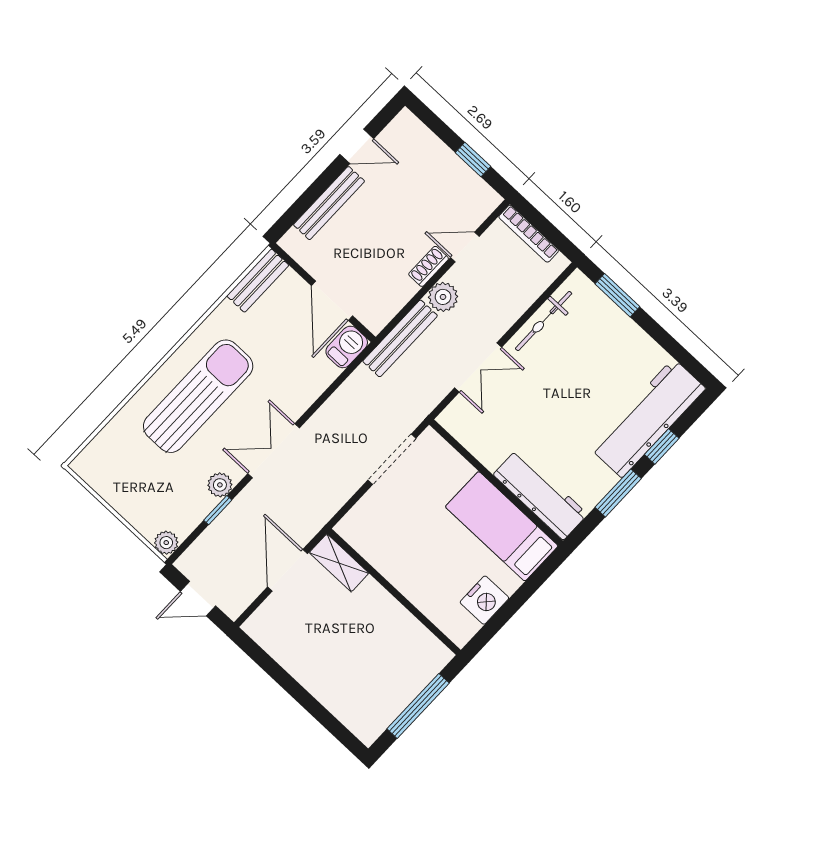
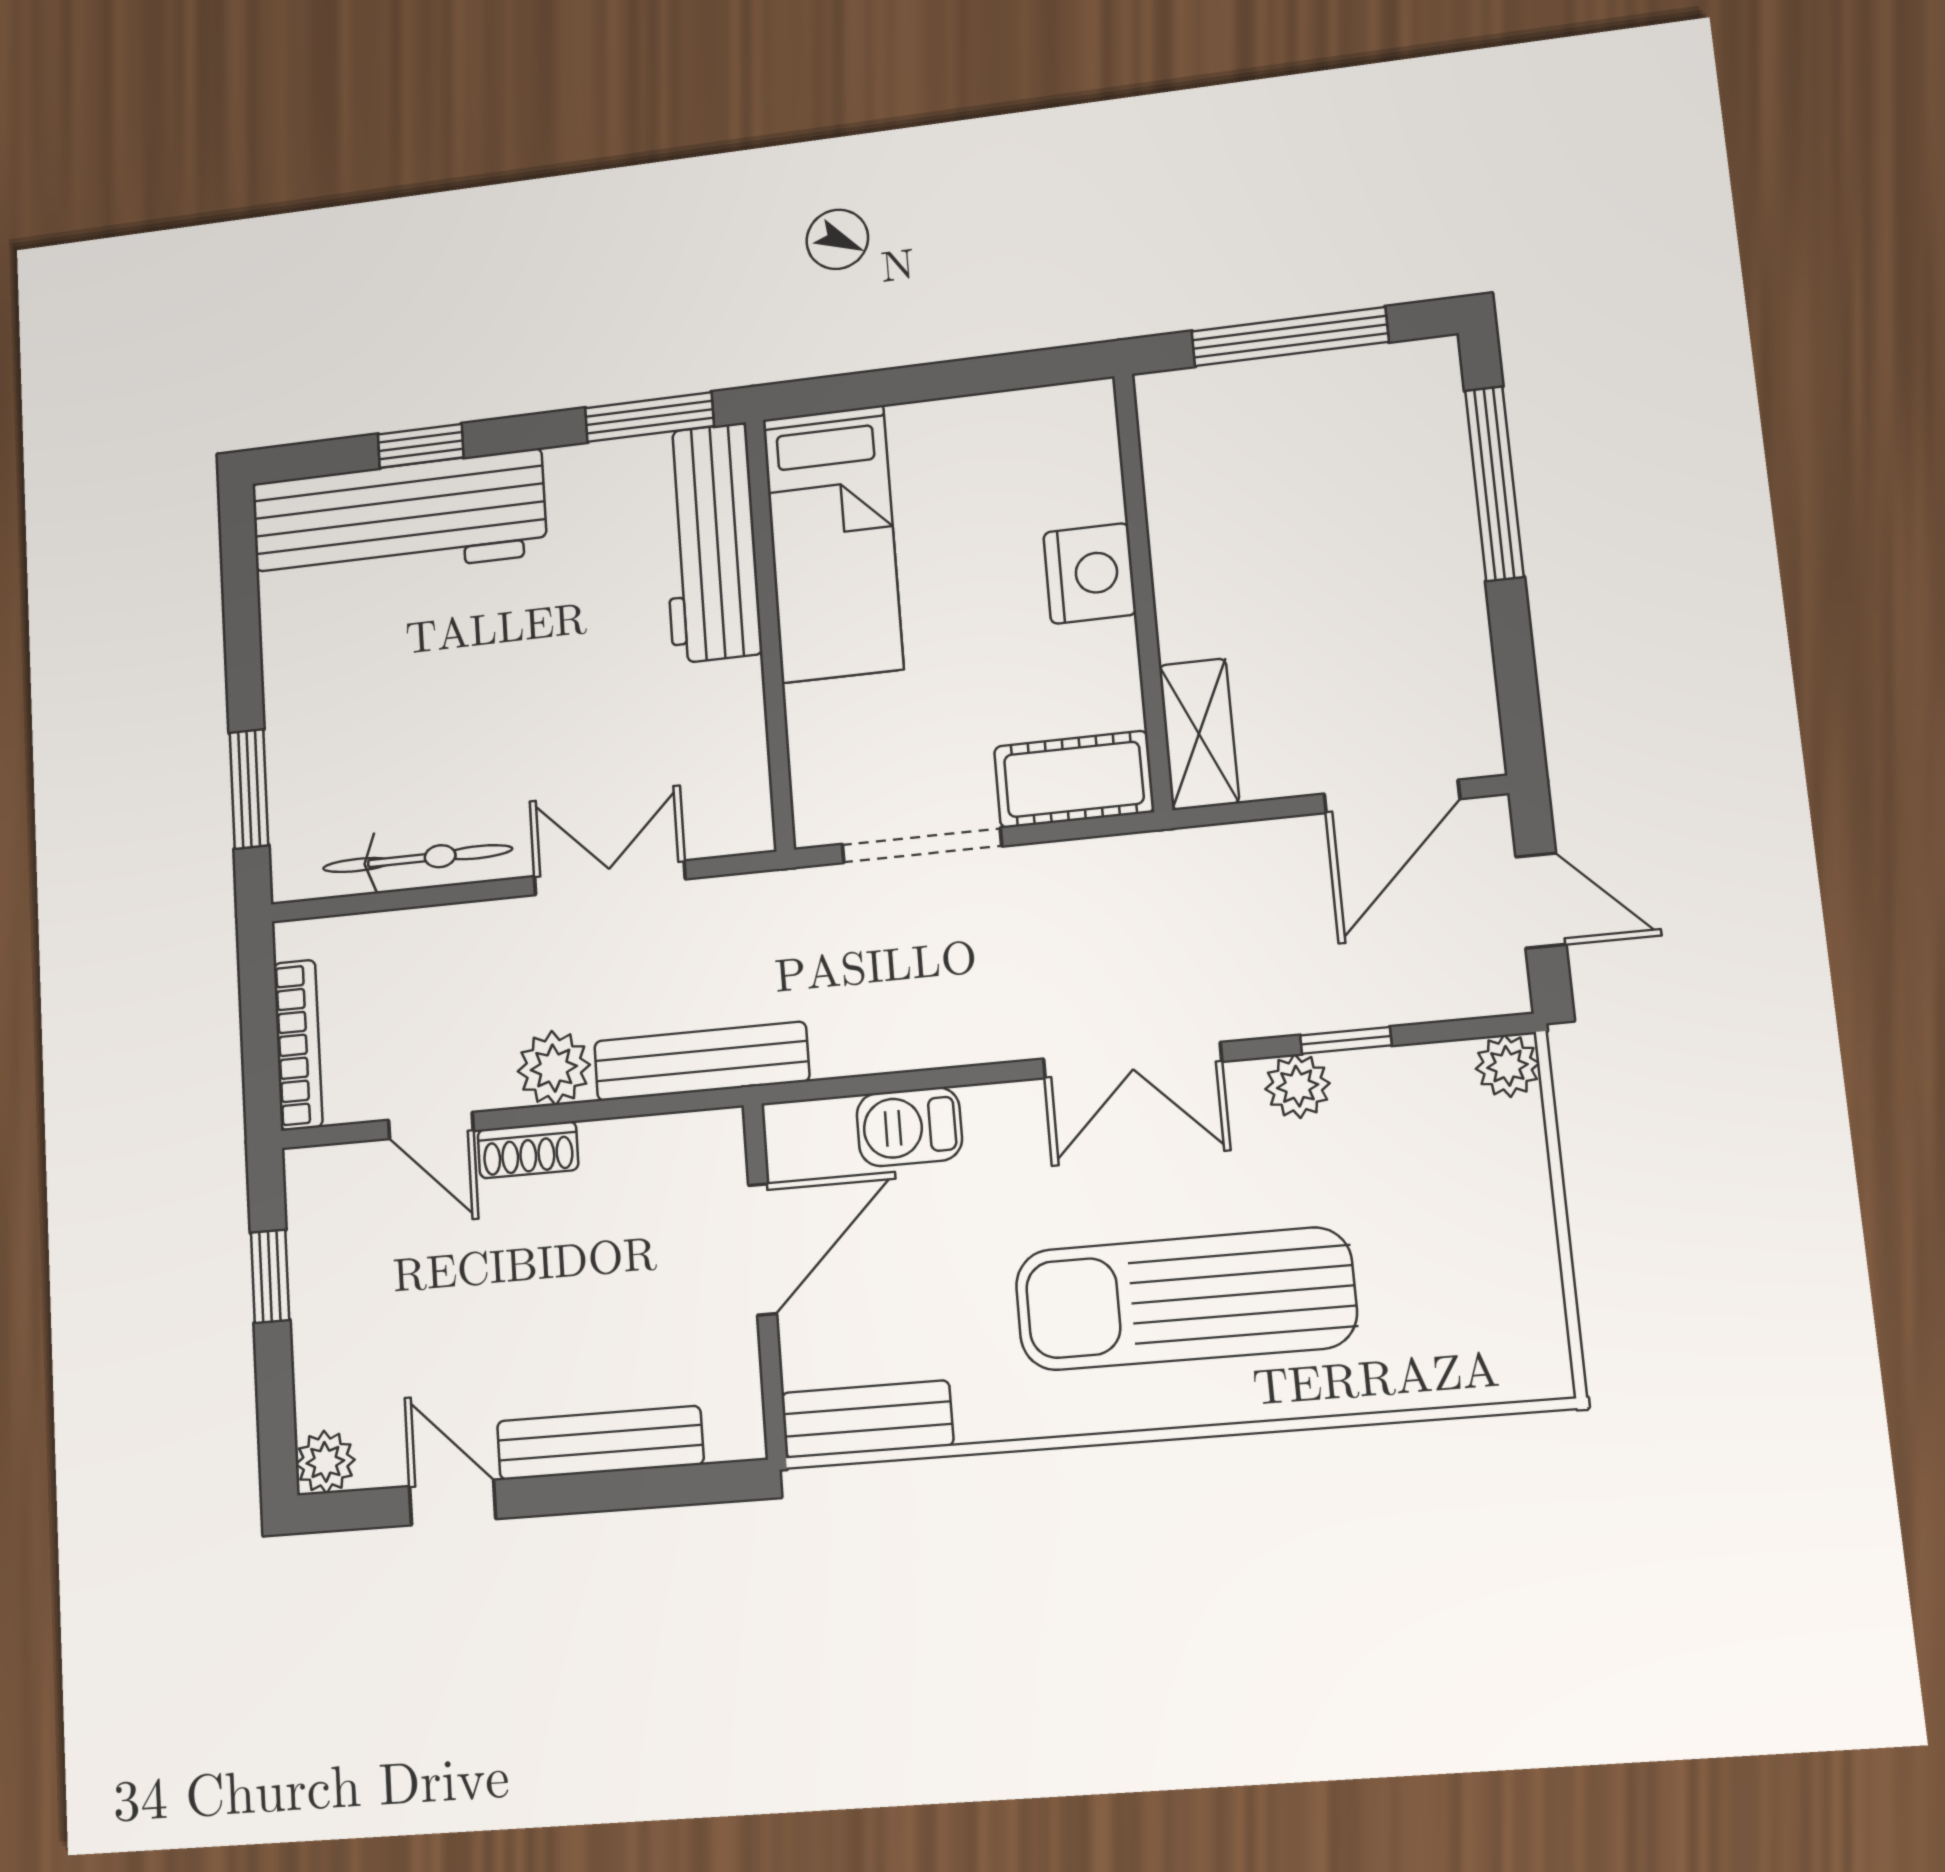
plant: (406, 123) -> (325, 1462), added
barbecue: (347, 347) -> (909, 1127), moved
window: (618, 493) -> (649, 417), moved
cot: (364, 518) -> (1074, 779), added
door: (288, 570) -> (1392, 796), moved
nightstand: (484, 600) -> (1090, 573), moved, turned 90
window: (318, 711) -> (1494, 483), added

